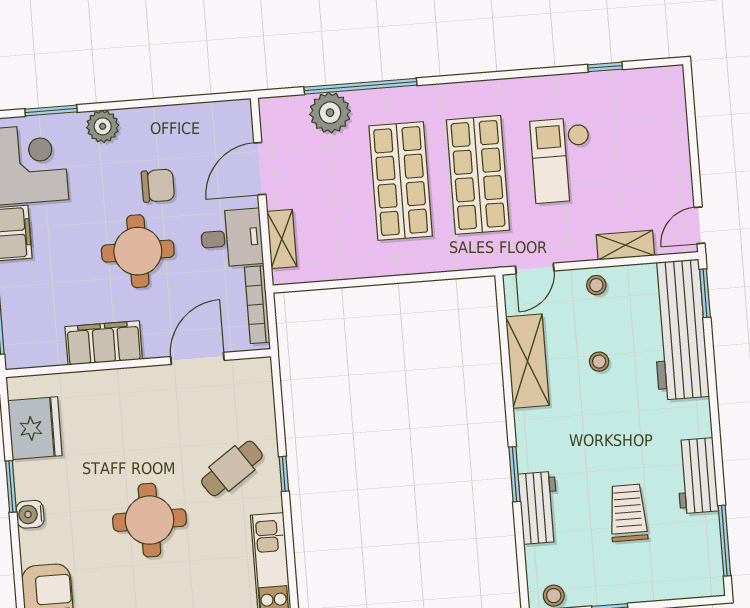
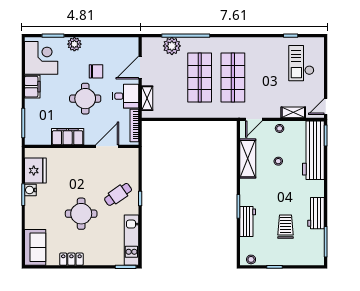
checkout: (562, 160) -> (301, 63), moved
water cooler: (30, 514) -> (30, 190), moved

